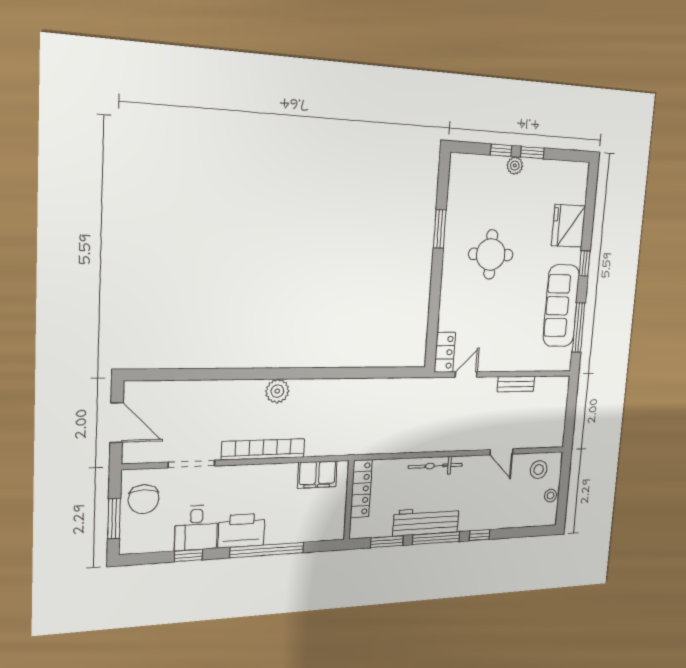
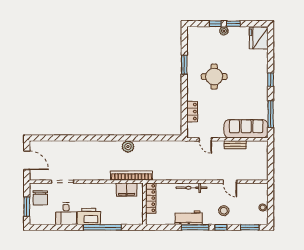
fridge: (568, 226) -> (259, 38), moved
sofa: (561, 306) -> (246, 129), moved, turned 90
locker: (445, 352) -> (192, 112), moved
door: (466, 374) -> (205, 139), swing flipped
plant: (277, 391) -> (128, 147), moved
bookcase: (263, 449) -> (131, 176), moved
stool: (539, 469) -> (224, 211), moved
workbench: (426, 521) -> (189, 218), width x0.73
window: (387, 542) -> (250, 227), moved
window: (188, 556) -> (63, 227), removed

